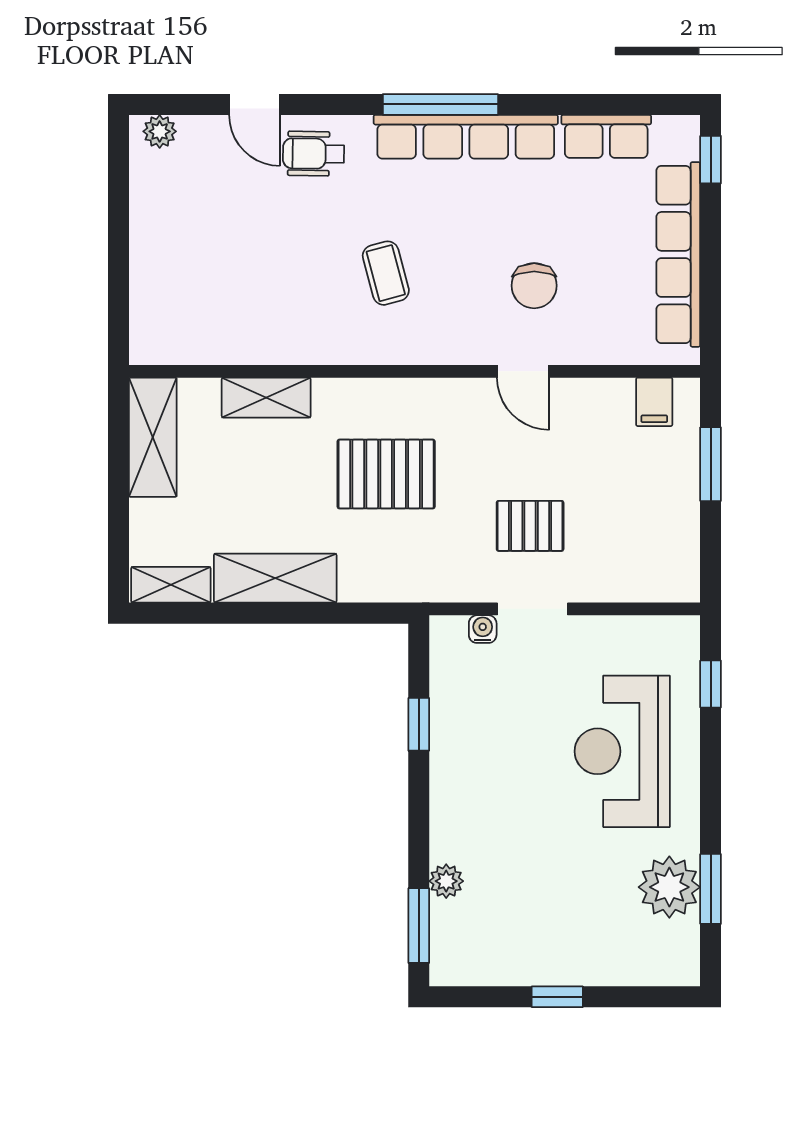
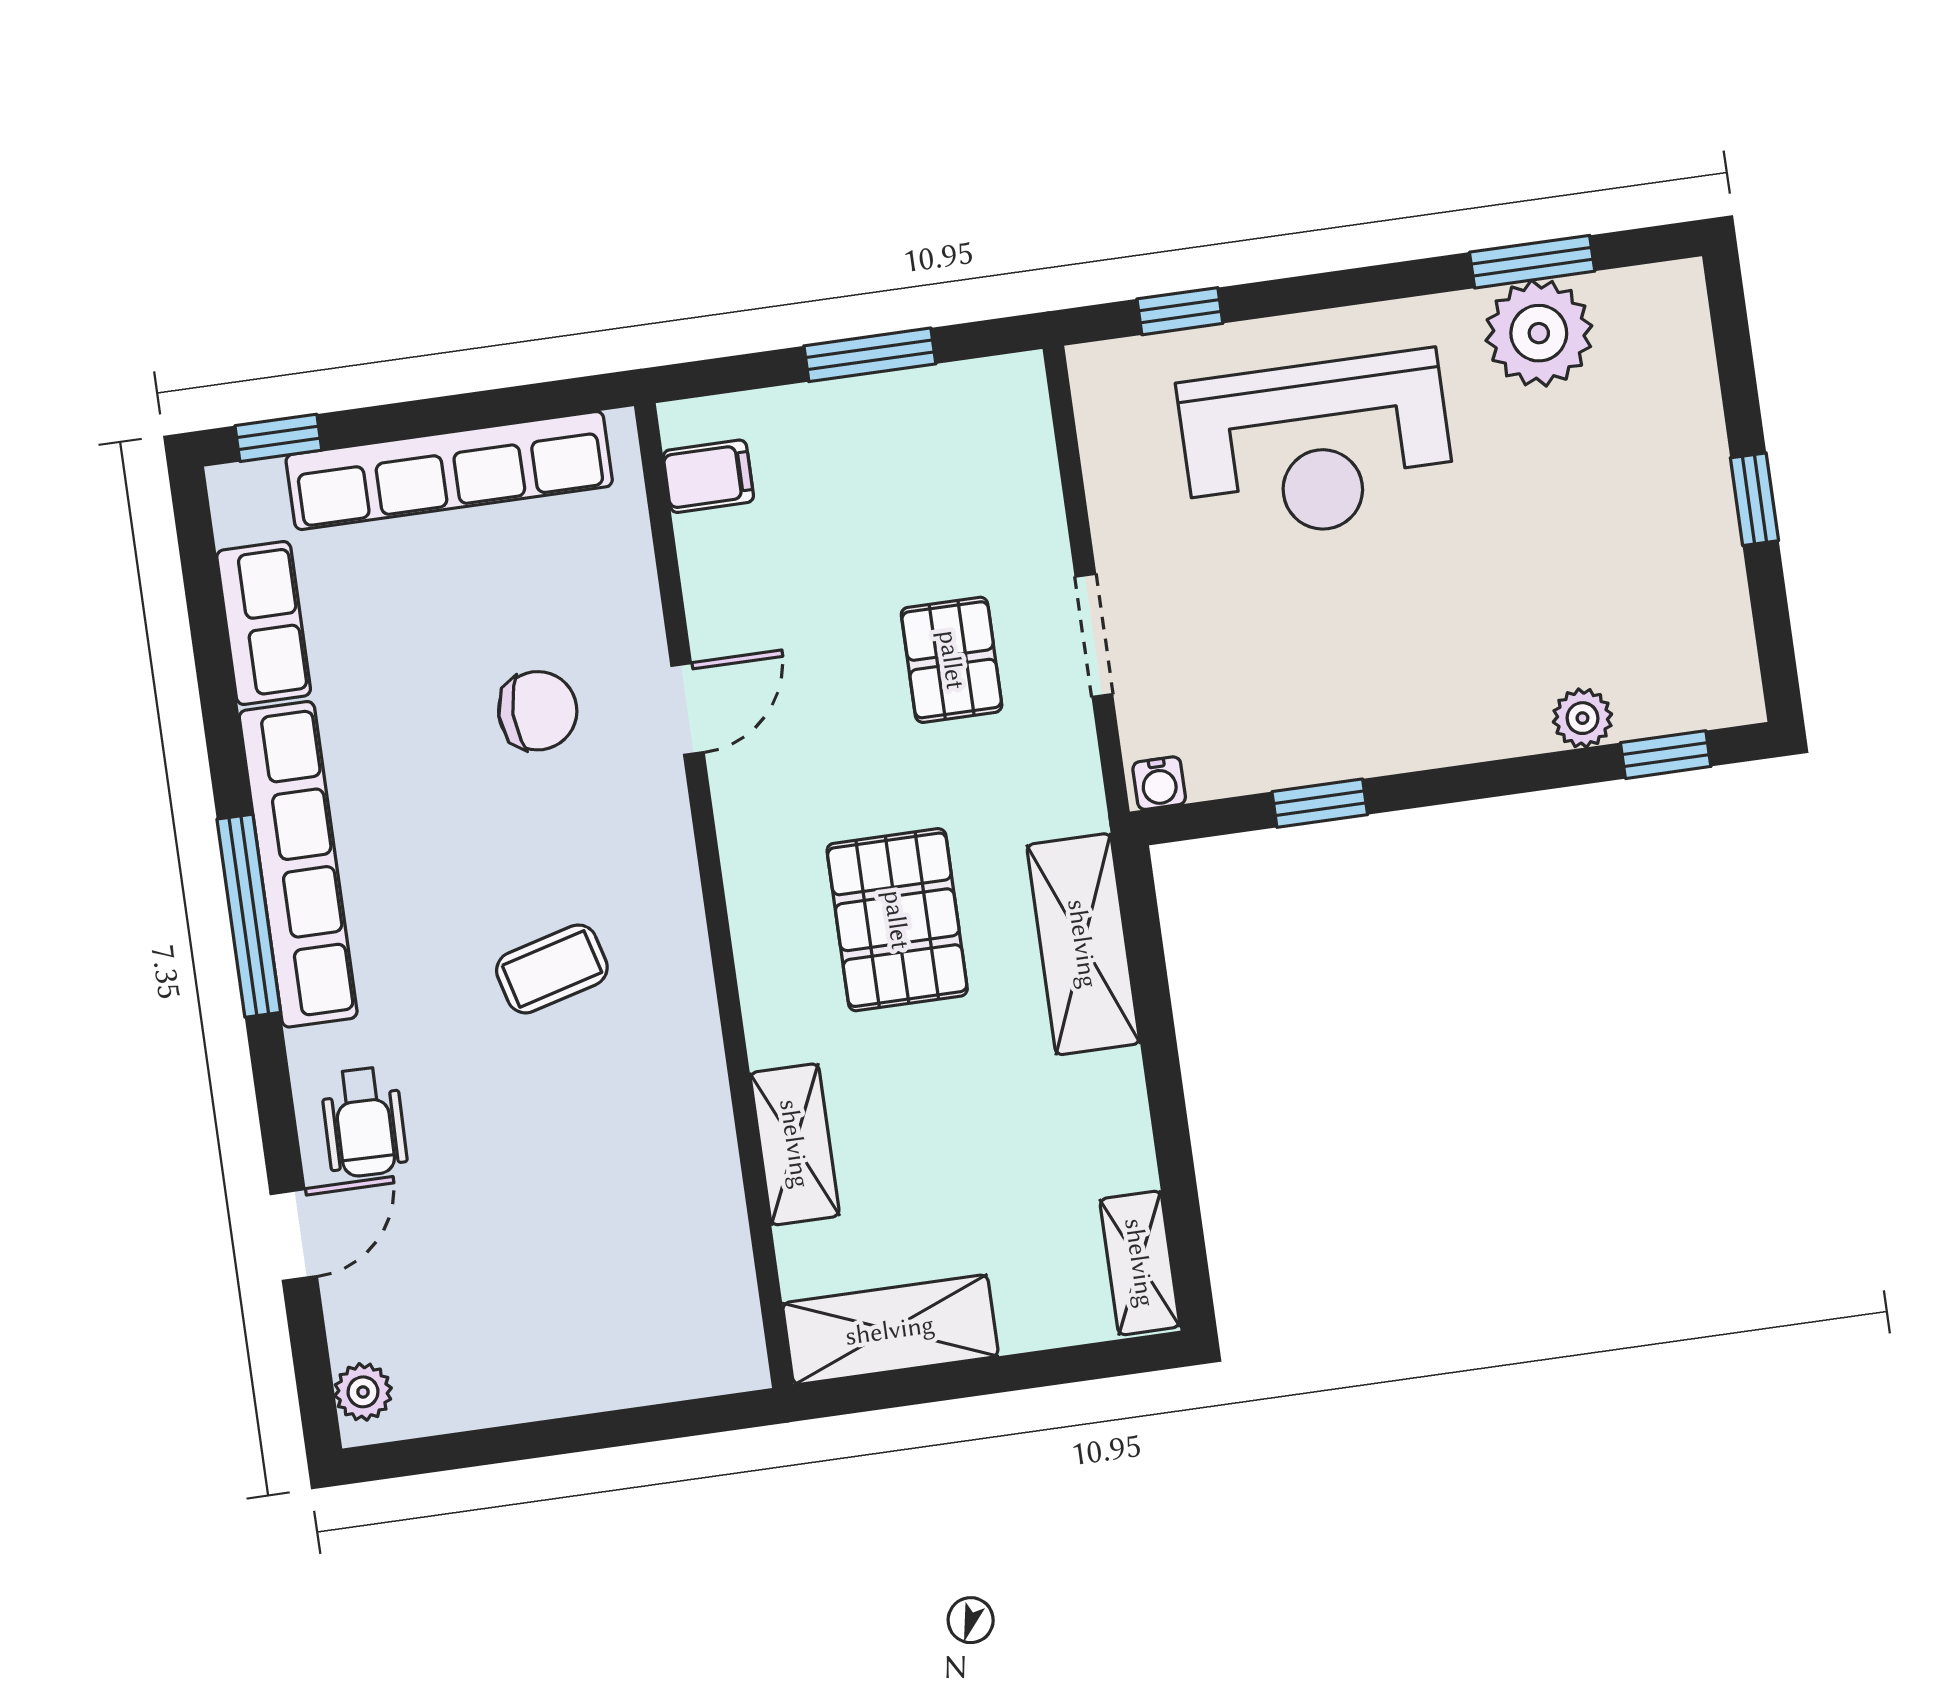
window: (711, 464) -> (870, 355), moved
shelving: (275, 578) -> (1083, 944), moved
water cooler: (483, 629) -> (1159, 783), moved, turned -90
window: (419, 926) -> (1666, 755), width x0.67

